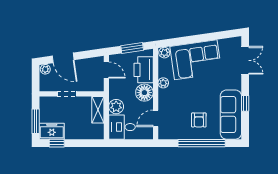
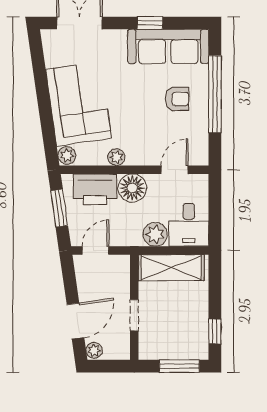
shelving: (98, 110) -> (171, 268), width x1.50, depth x1.33
door: (156, 118) -> (175, 170), swing flipped
freezer: (52, 131) -> (195, 340), removed

